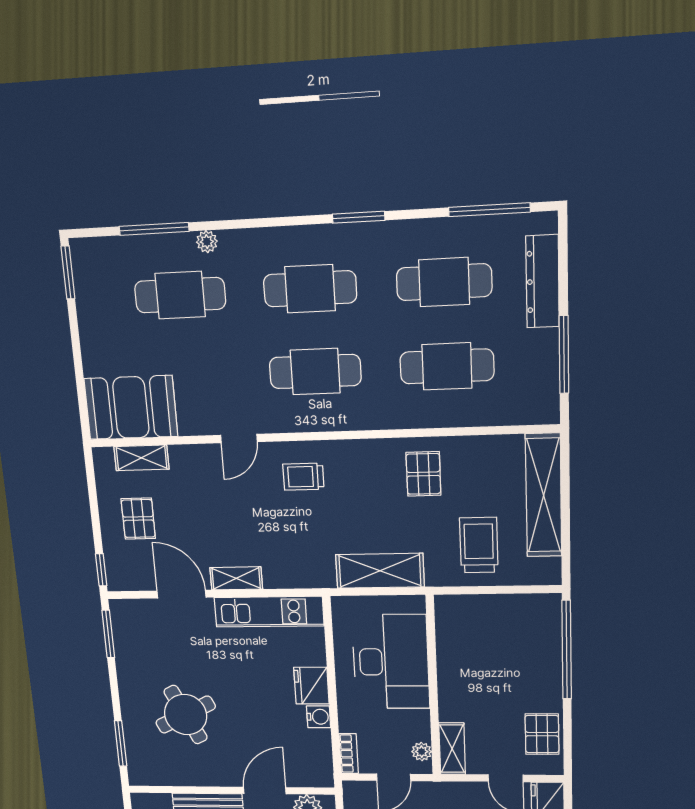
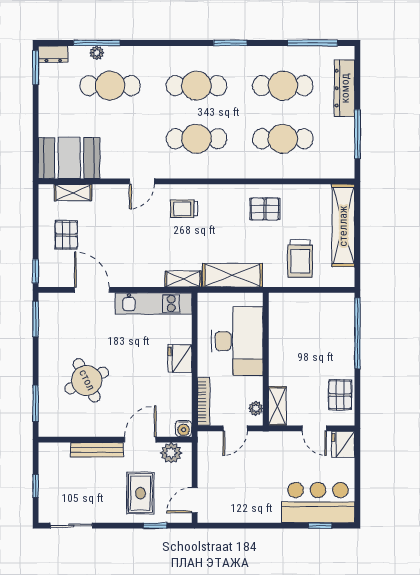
plant: (207, 242) -> (97, 53), moved
dresser: (91, 250) -> (53, 54), added
pallet: (423, 474) -> (265, 209), turned 90
trolley: (479, 545) -> (300, 258), turned 180
shelving: (236, 578) -> (183, 279), moved
water cooler: (319, 717) -> (184, 429), moved, turned 90
bookcase: (349, 754) -> (204, 402), width x1.56

